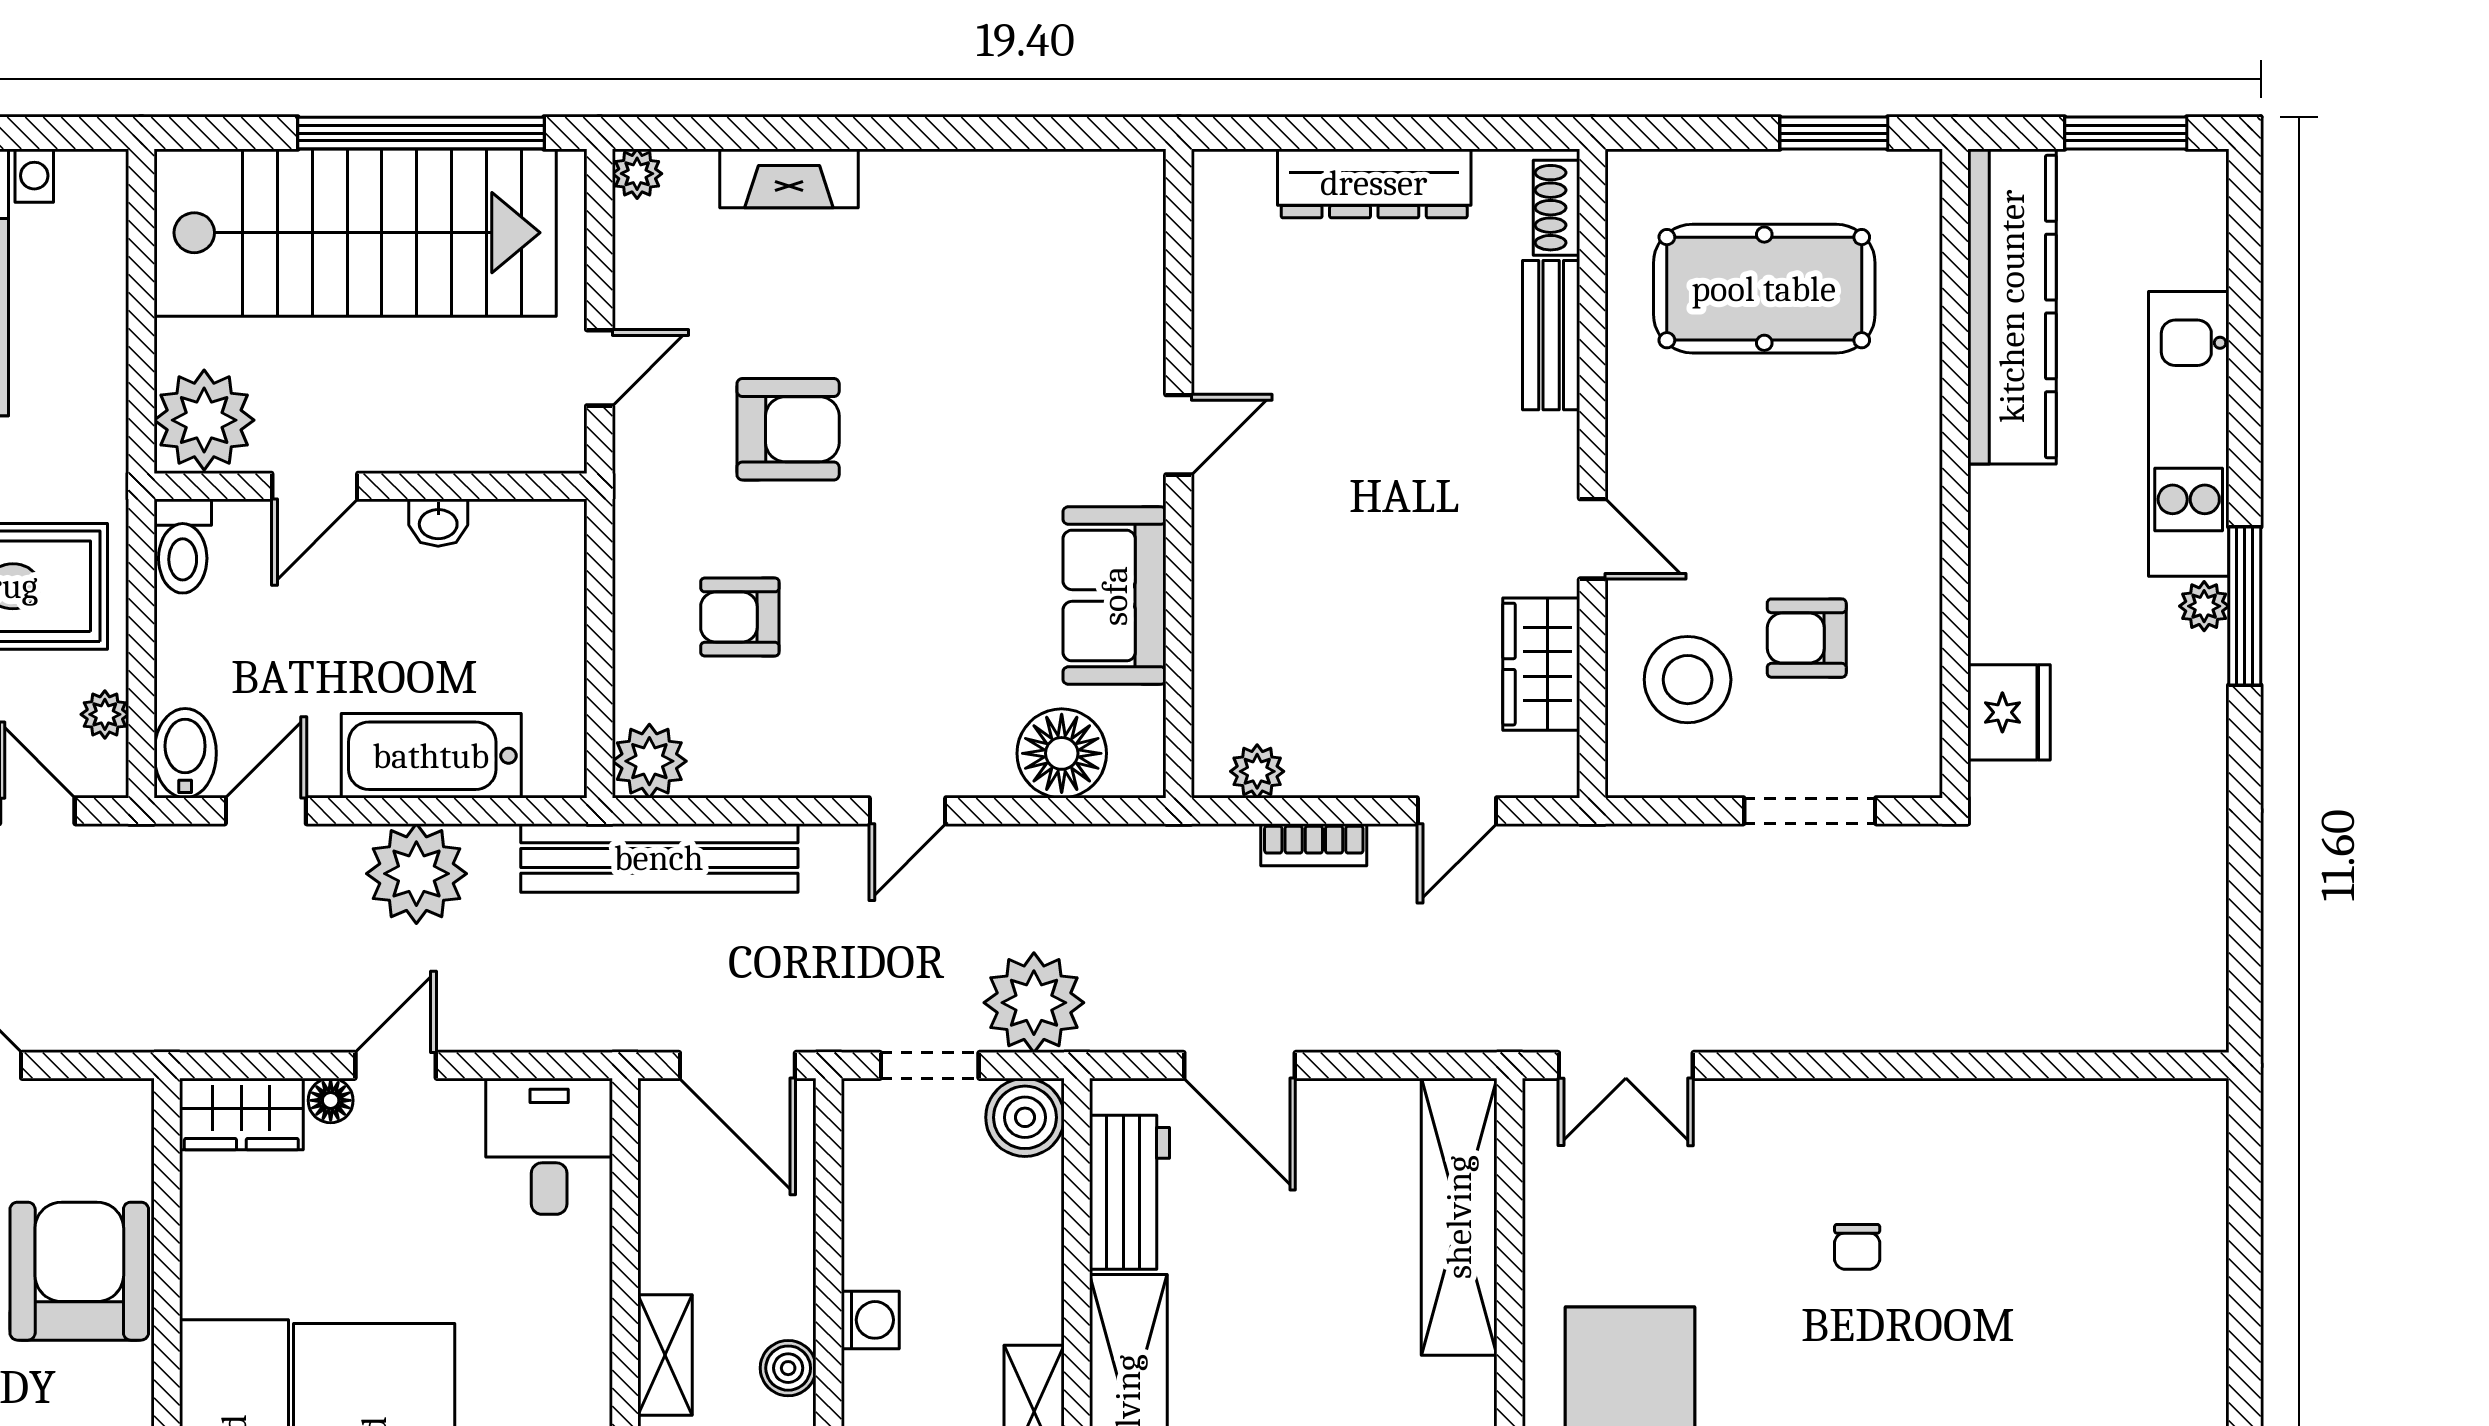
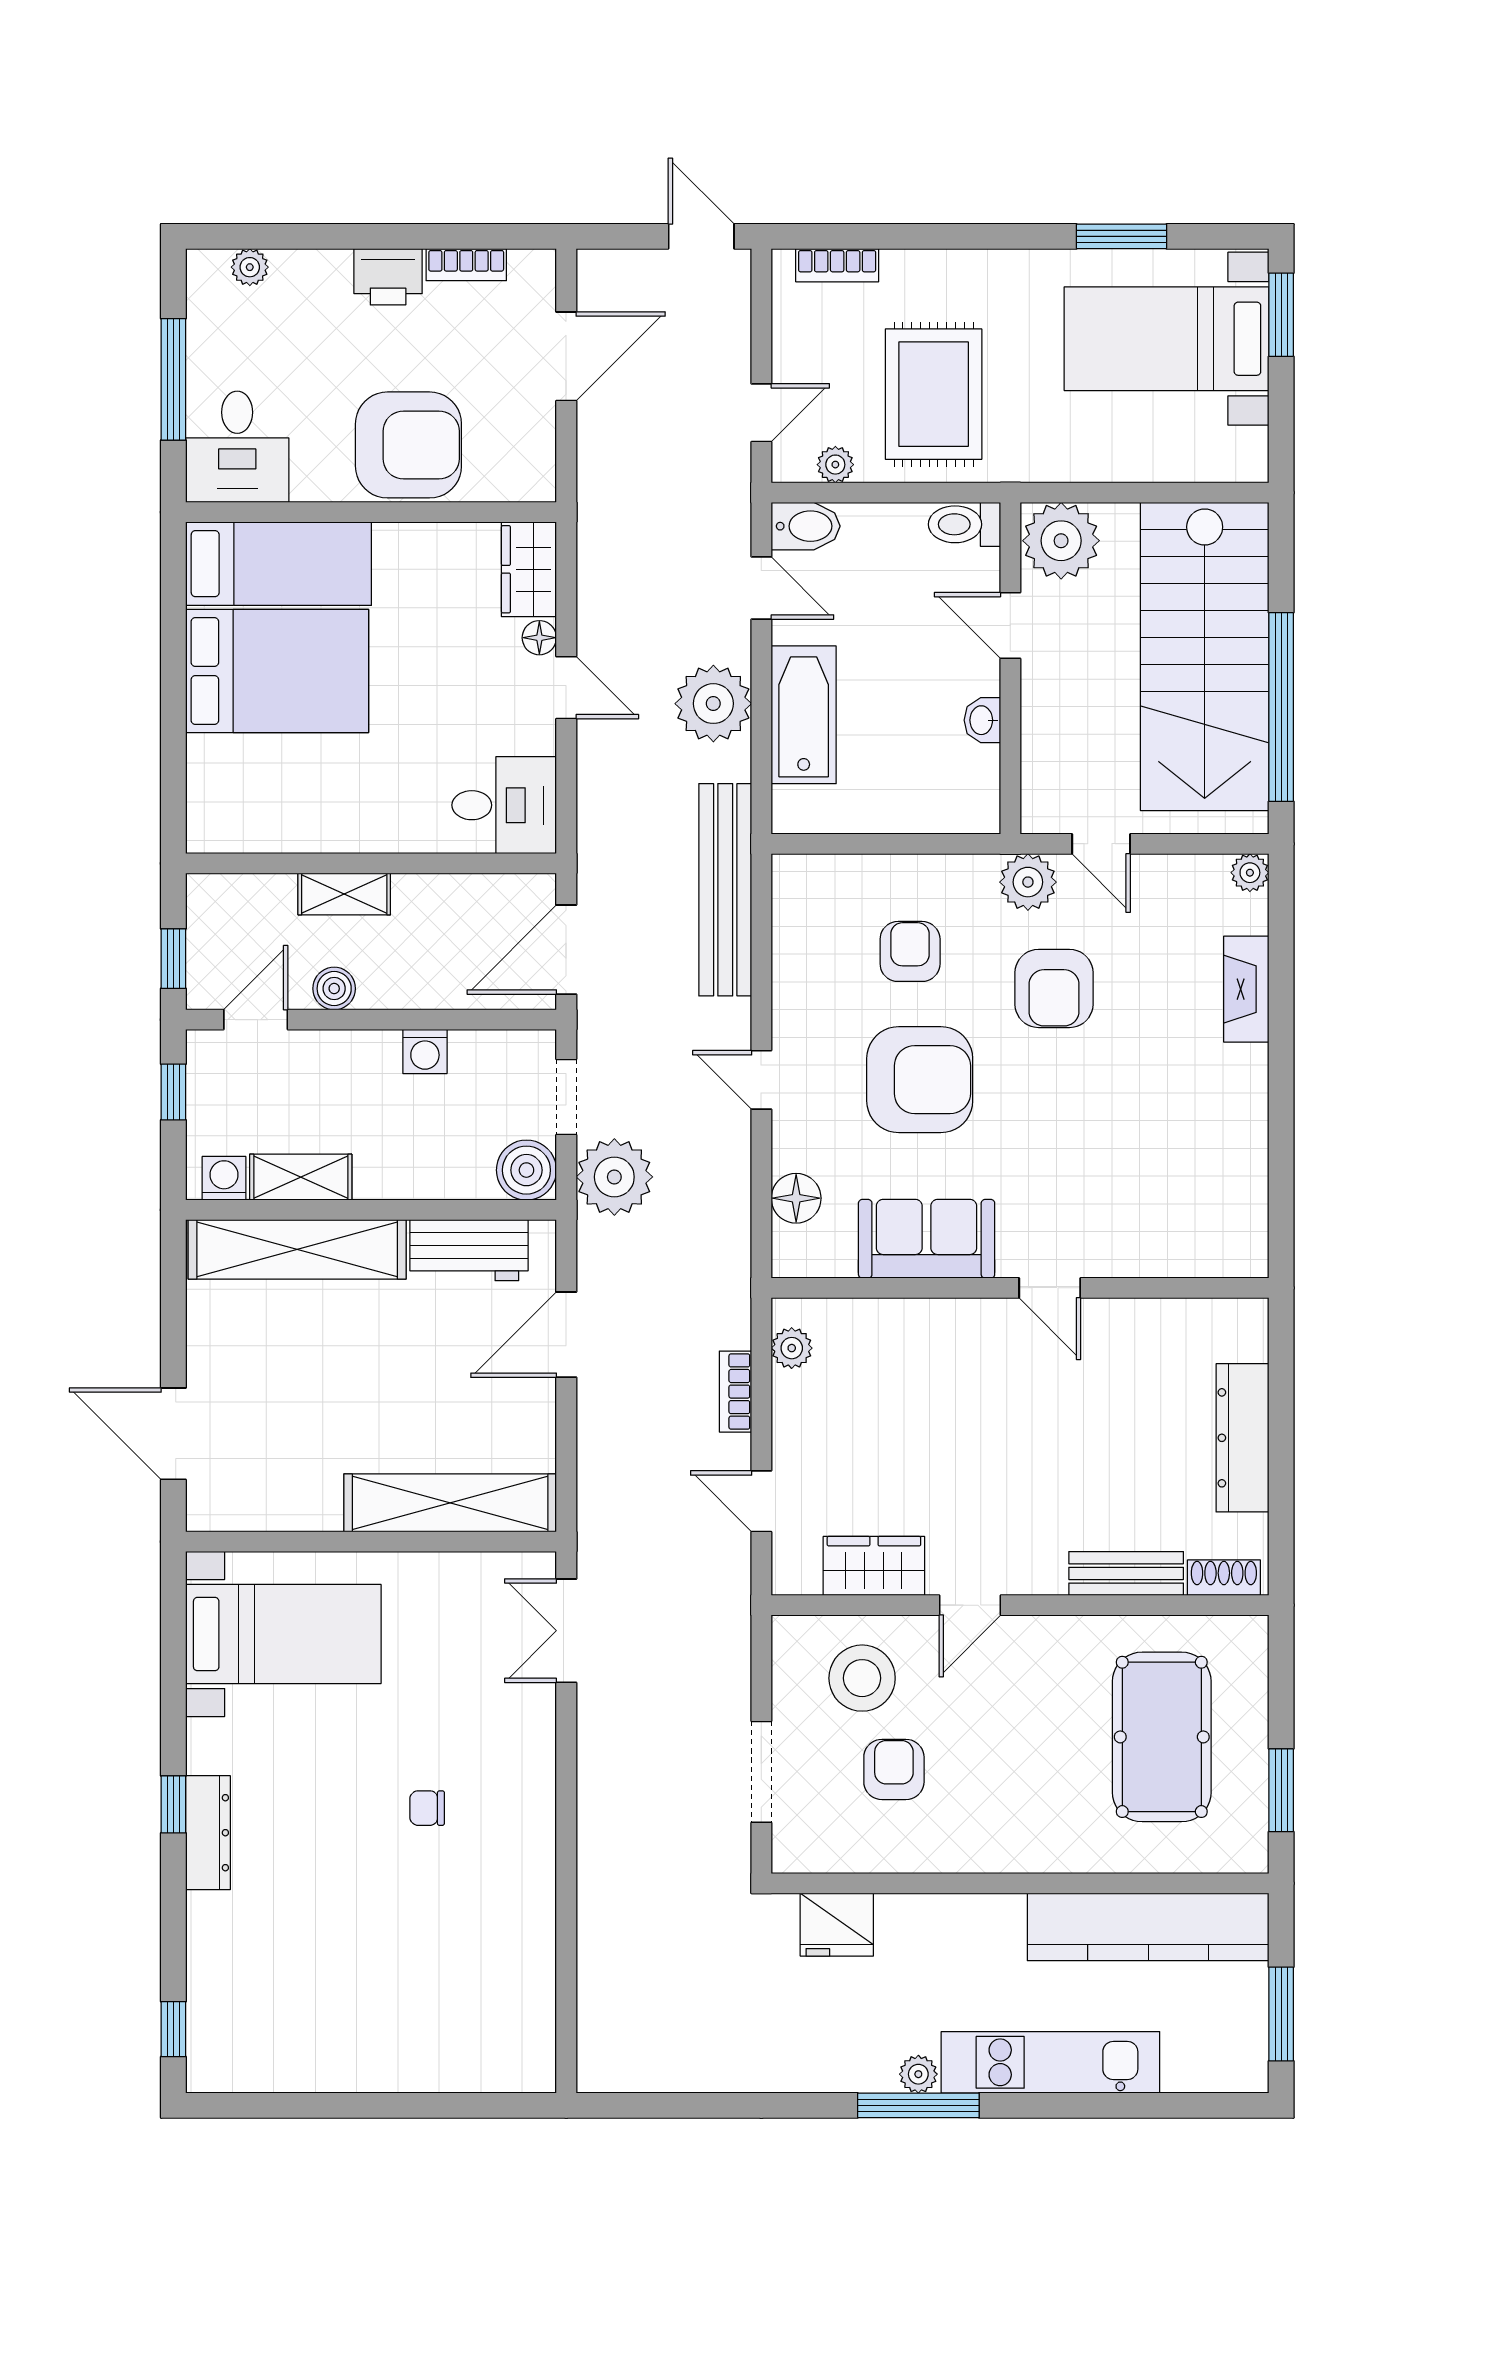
armchair: (907, 604) -> (920, 1080), added
floor lamp: (1062, 753) -> (796, 1198), width x0.73, depth x0.73
plant: (649, 761) -> (1028, 882), moved
washing machine: (870, 1320) -> (425, 1051), moved

